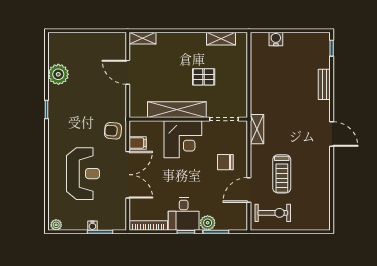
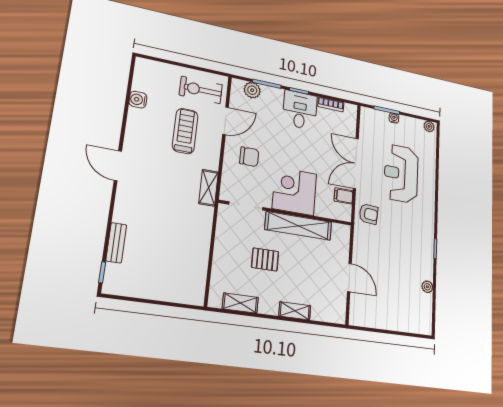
shelving: (142, 38) -> (295, 311), moved
water cooler: (276, 39) -> (138, 100), moved, turned 90
plant: (58, 74) -> (427, 287), width x0.53, depth x0.53
bench: (324, 84) -> (116, 243), moved
plant: (208, 223) -> (252, 90), moved
bookcase: (148, 225) -> (331, 104), width x0.64

